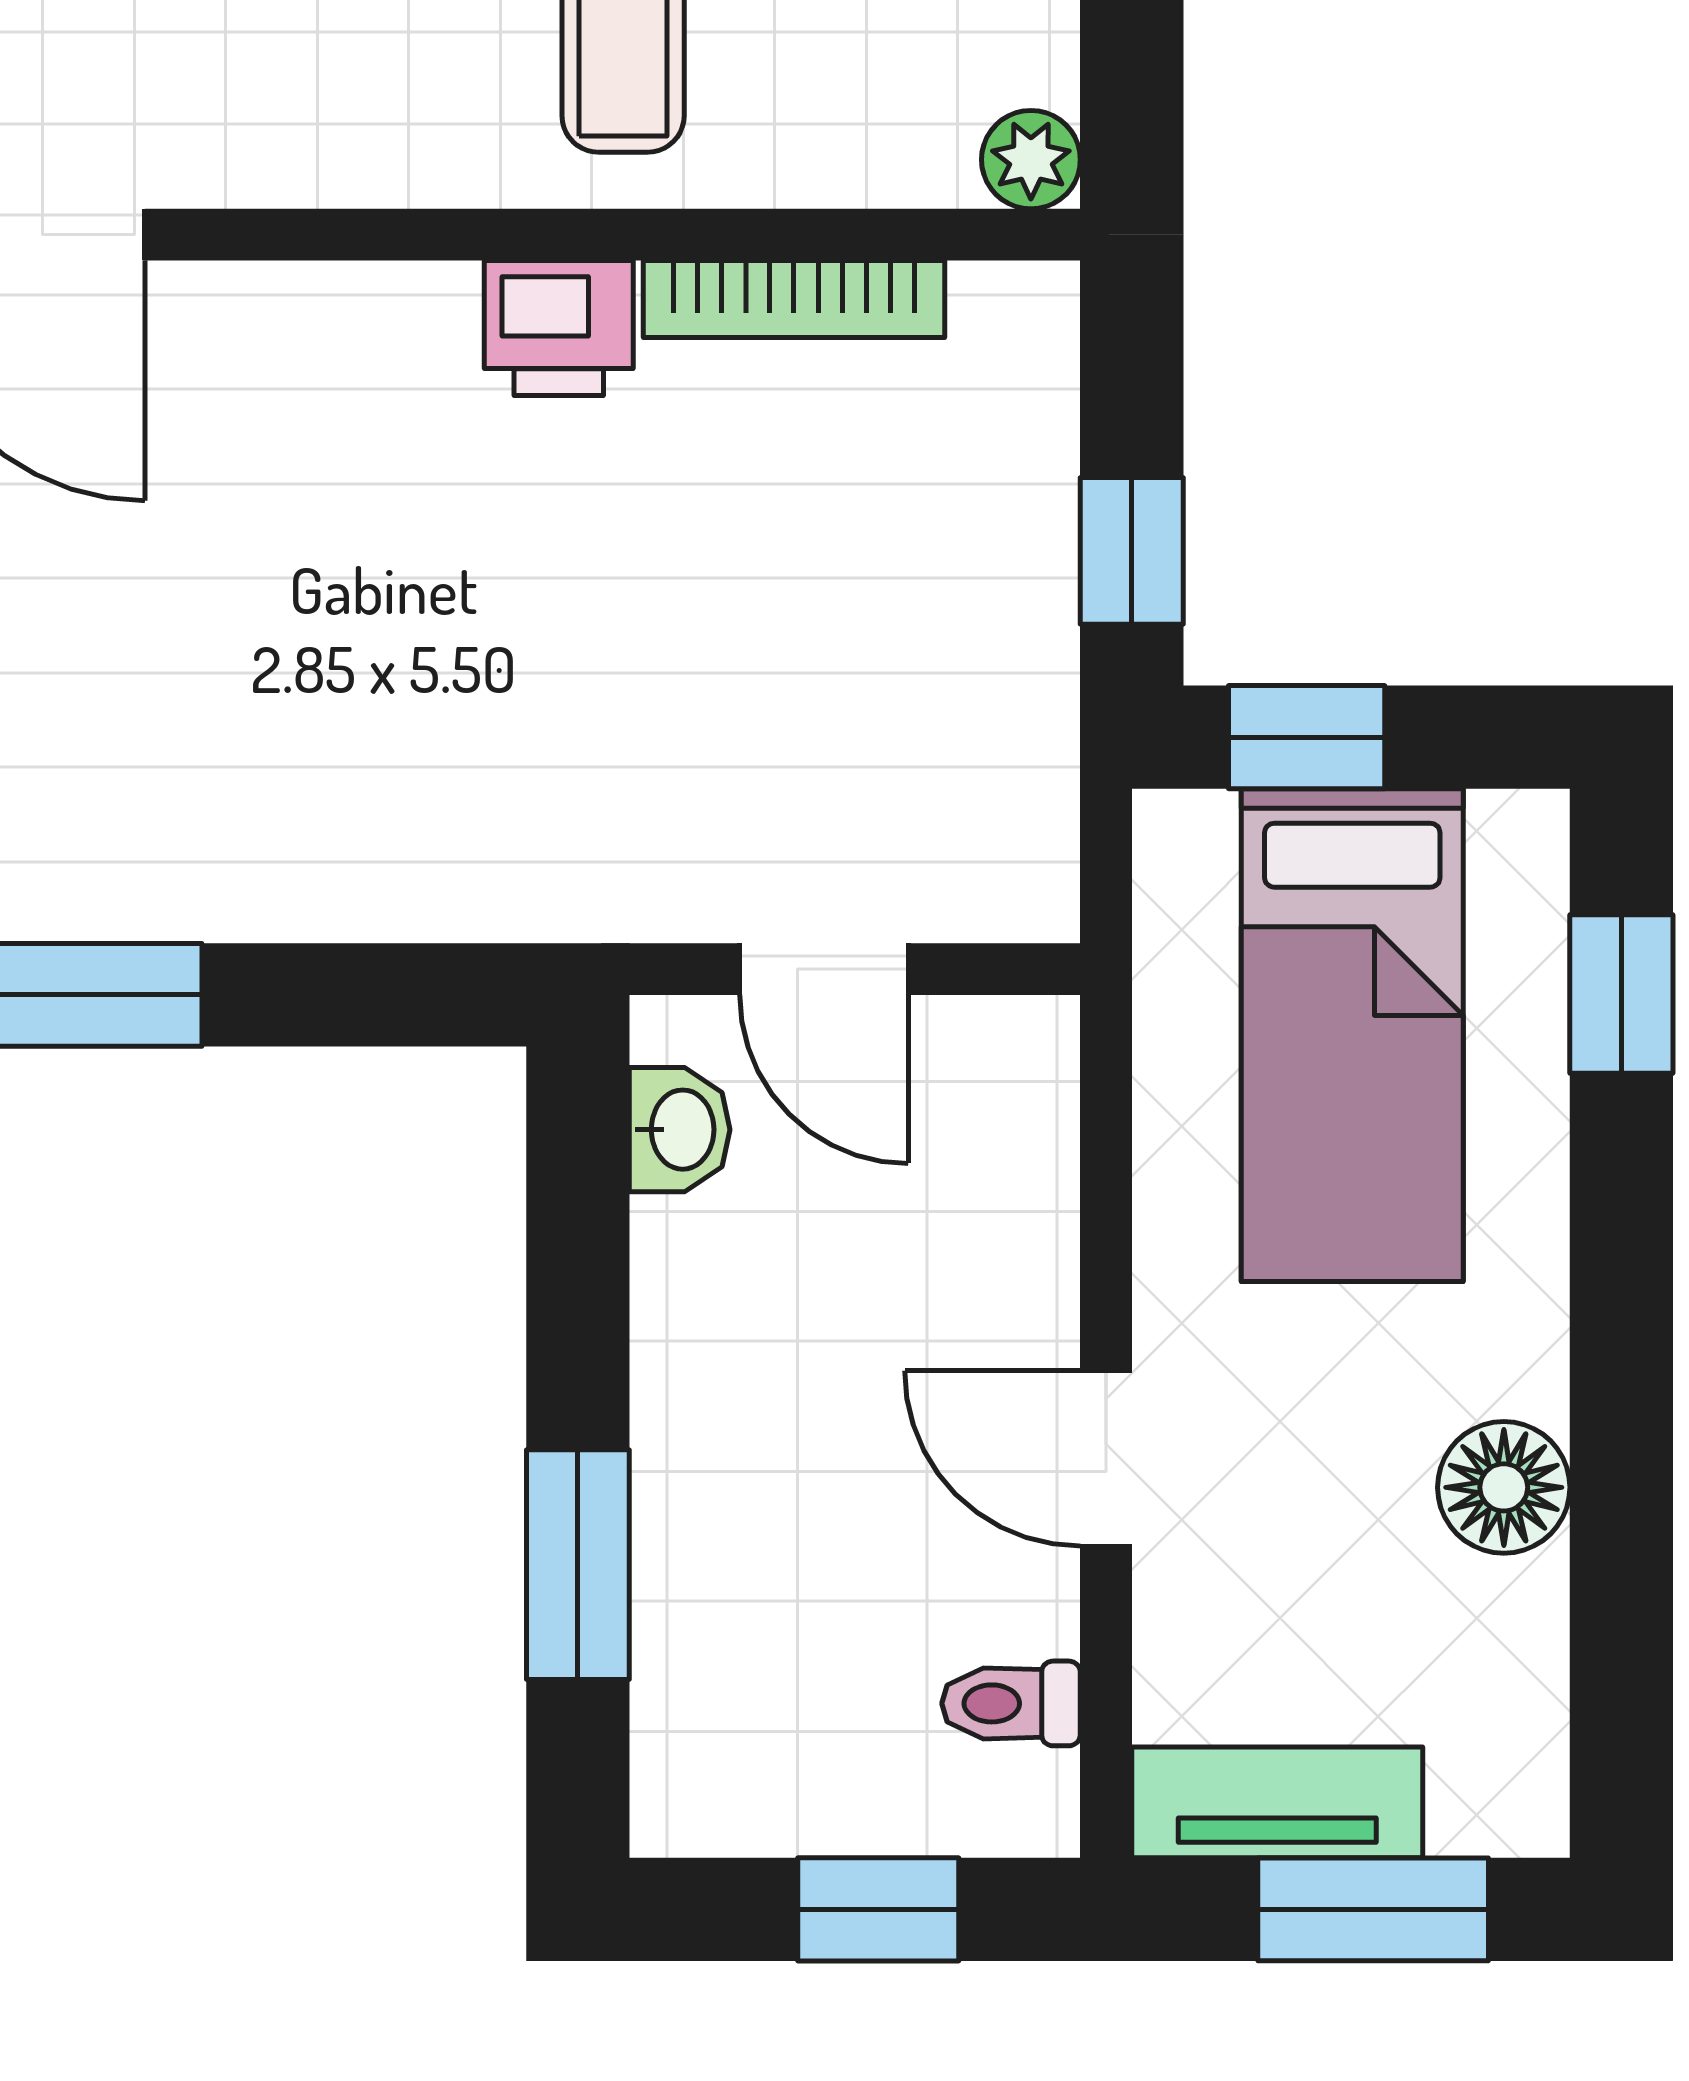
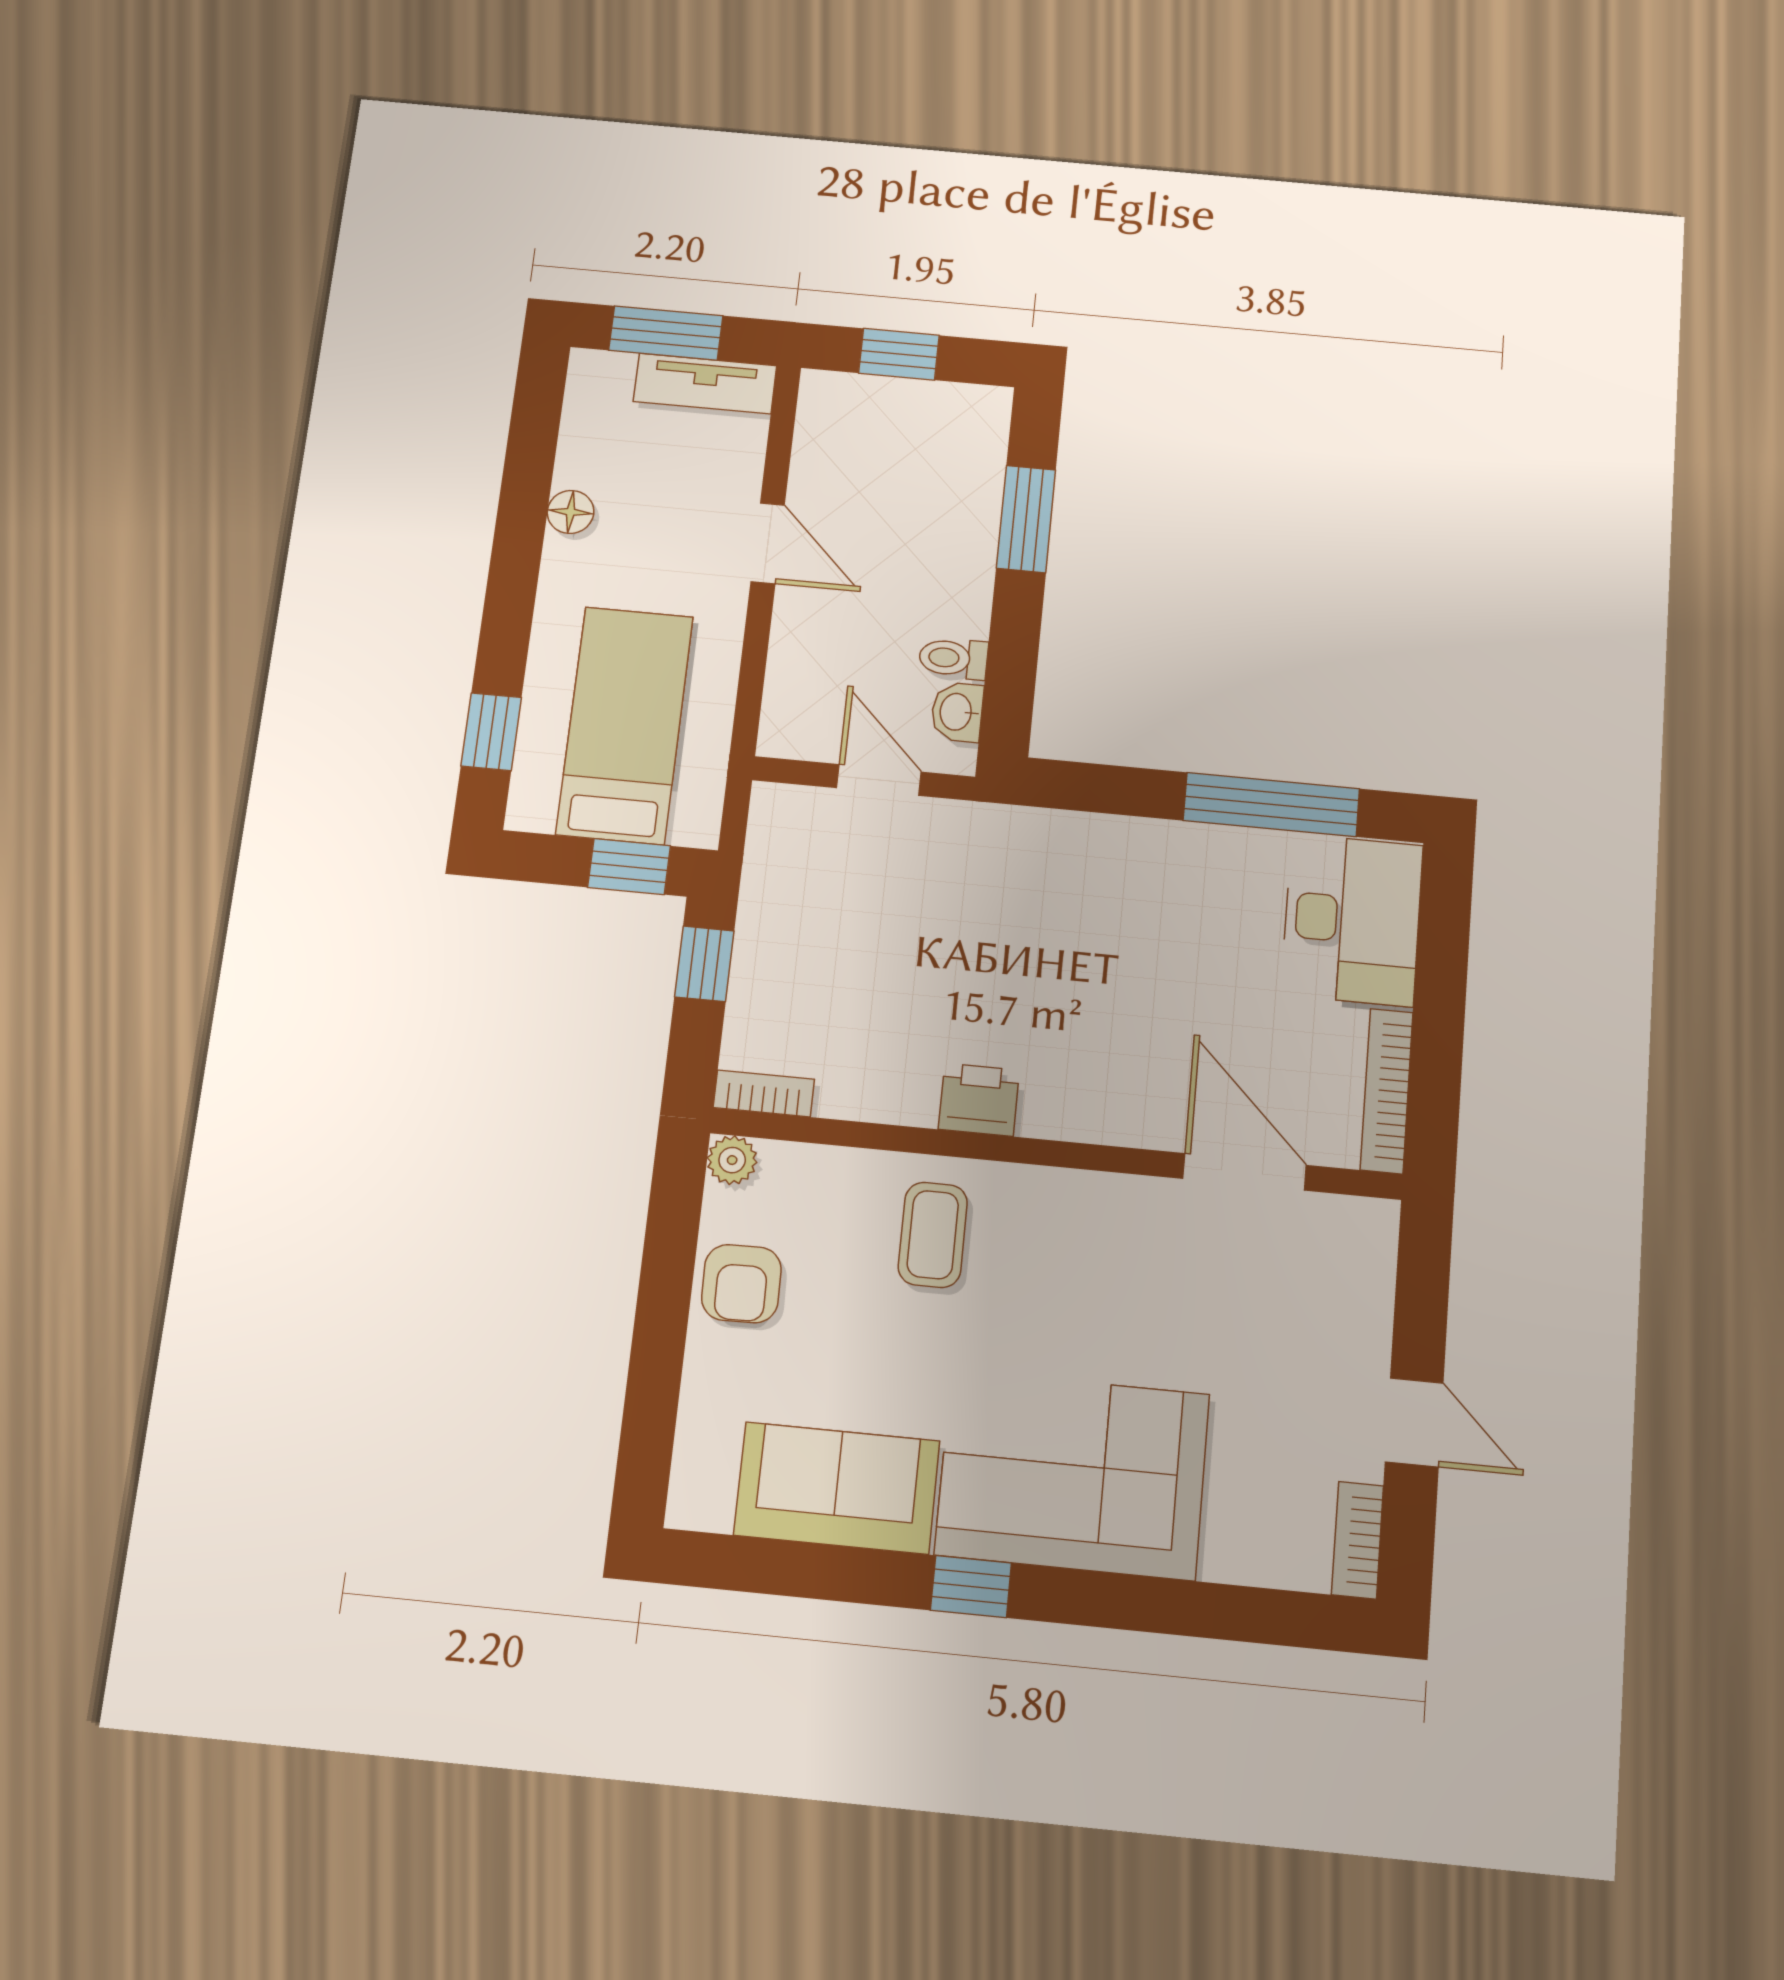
bookcase: (794, 299) -> (764, 1093), moved, width x0.64
floor lamp: (1504, 1487) -> (571, 512), width x0.73, depth x0.73
toilet: (1011, 1703) -> (953, 658), moved, turned 180

